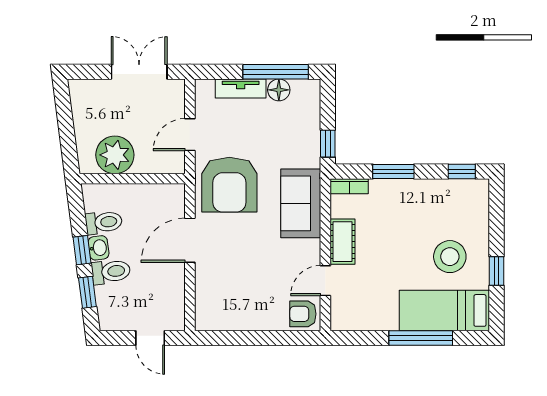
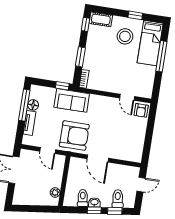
plant: (115, 155) -> (55, 193), width x0.53, depth x0.53
sofa: (301, 203) -> (72, 100), moved
cot: (343, 242) -> (101, 19), moved
toilet: (111, 272) -> (118, 199), moved

